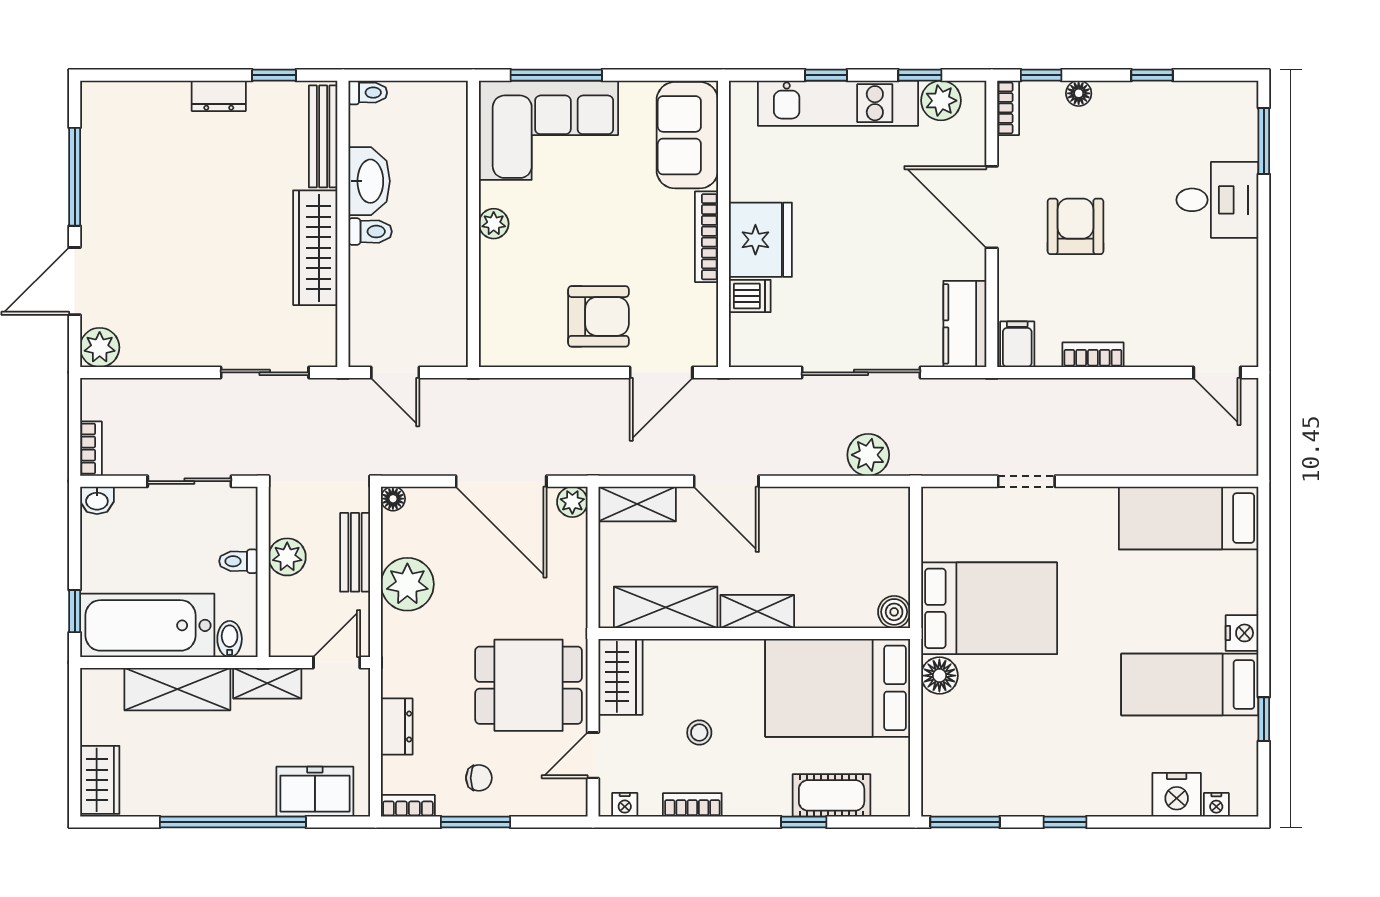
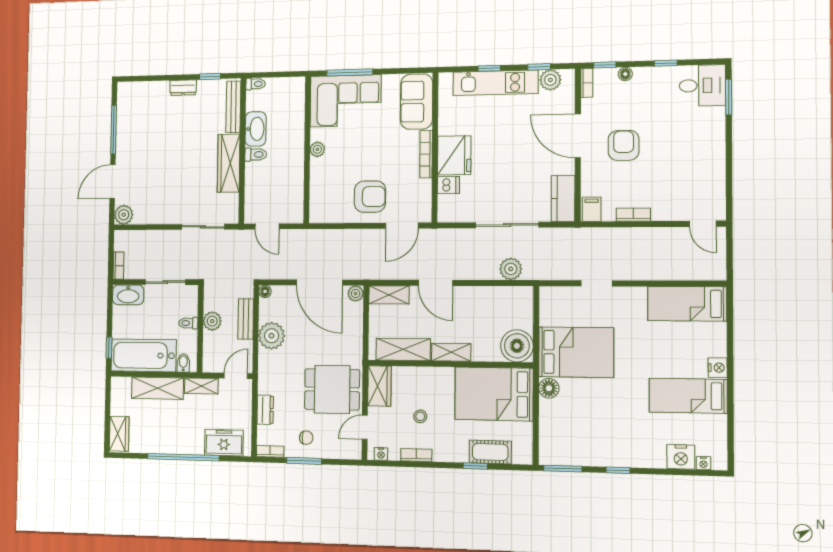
desk: (1217, 200) -> (702, 86), moved
washbasin: (97, 500) -> (128, 295), width x1.91, depth x1.45
boiler: (894, 612) -> (517, 346), width x1.86, depth x1.86
window: (1264, 719) -> (730, 416), removed

